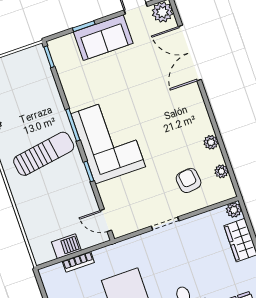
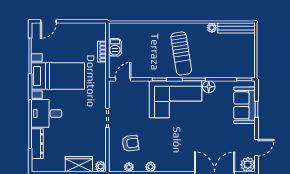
sofa: (103, 38) -> (245, 105), moved
floor lamp: (76, 101) -> (209, 87), added

